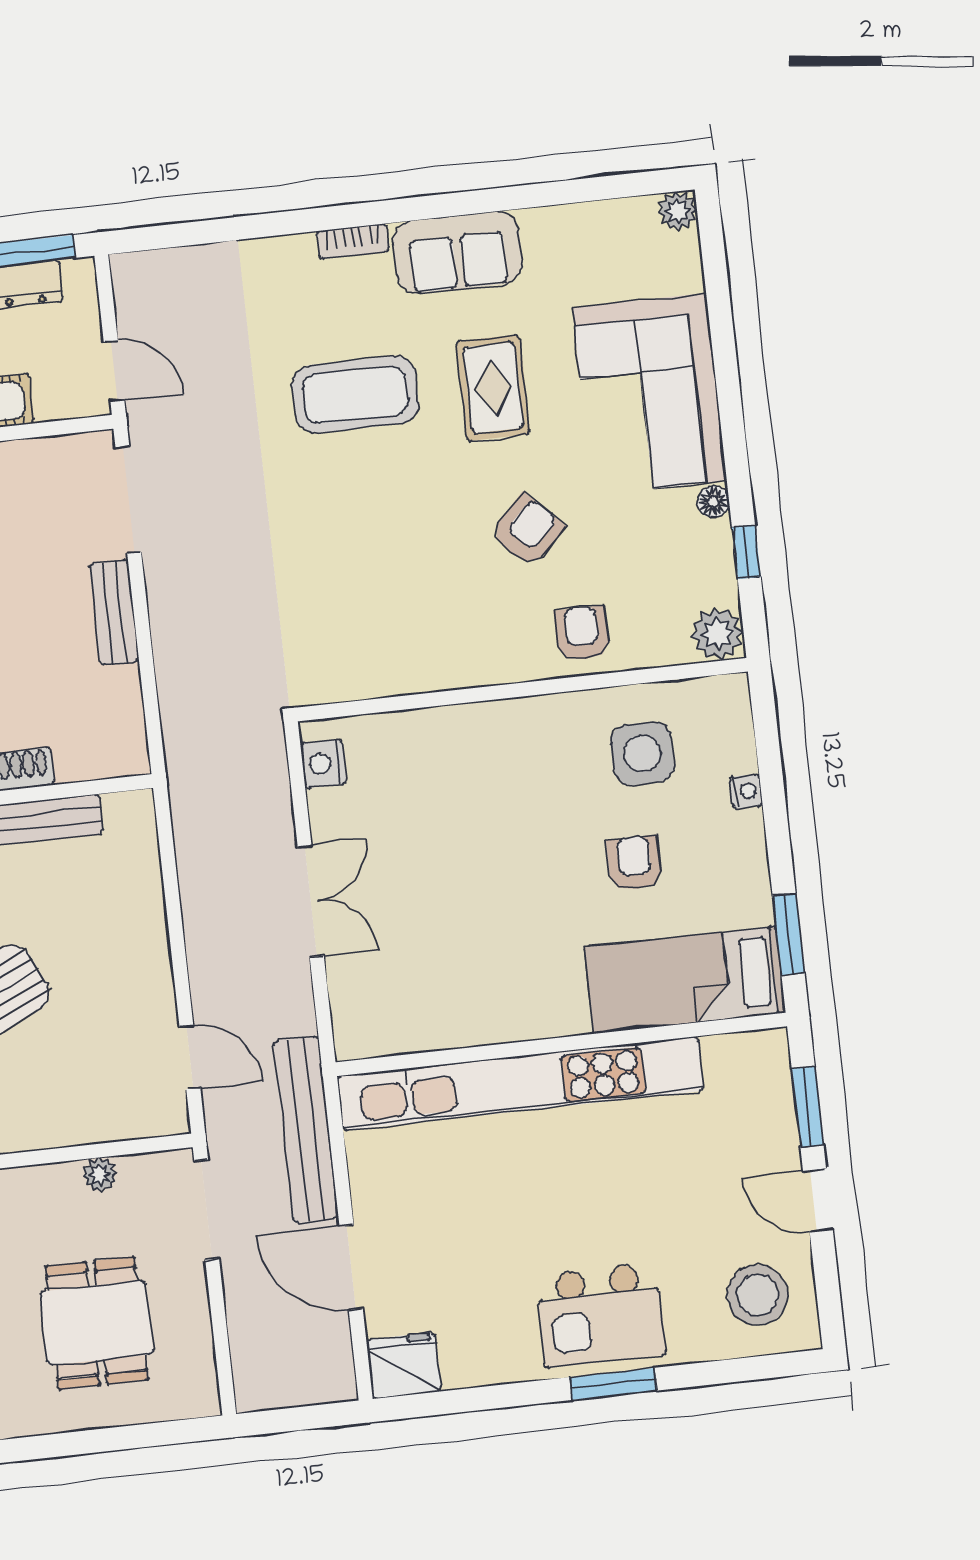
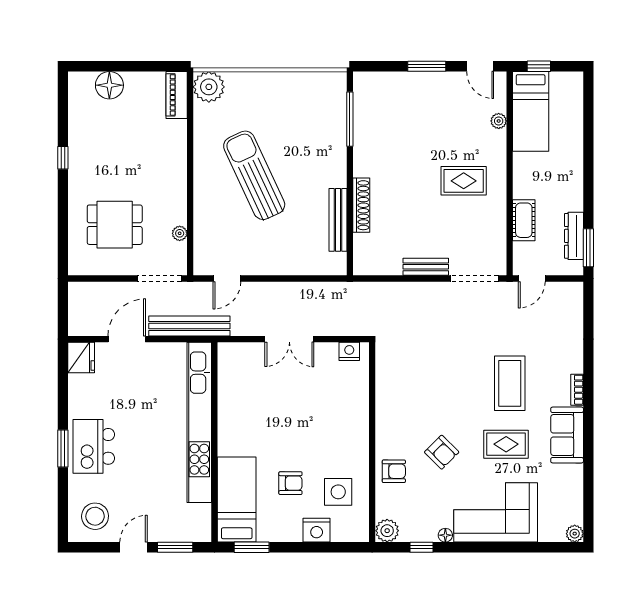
nightstand: (746, 791) -> (317, 530), width x1.89, depth x1.79

